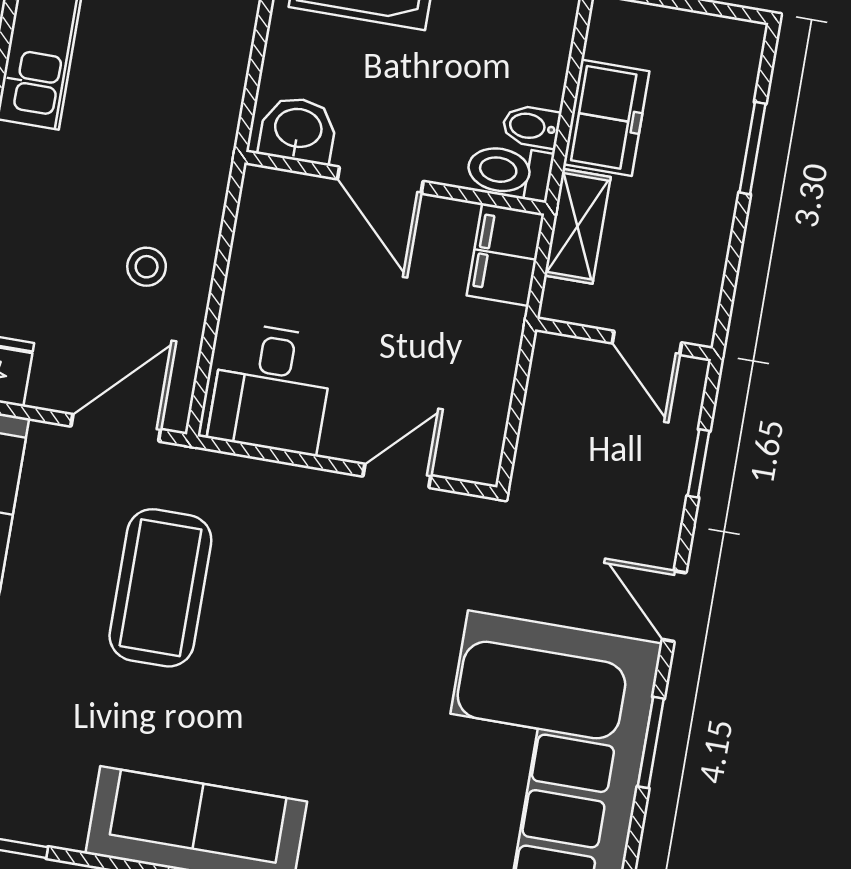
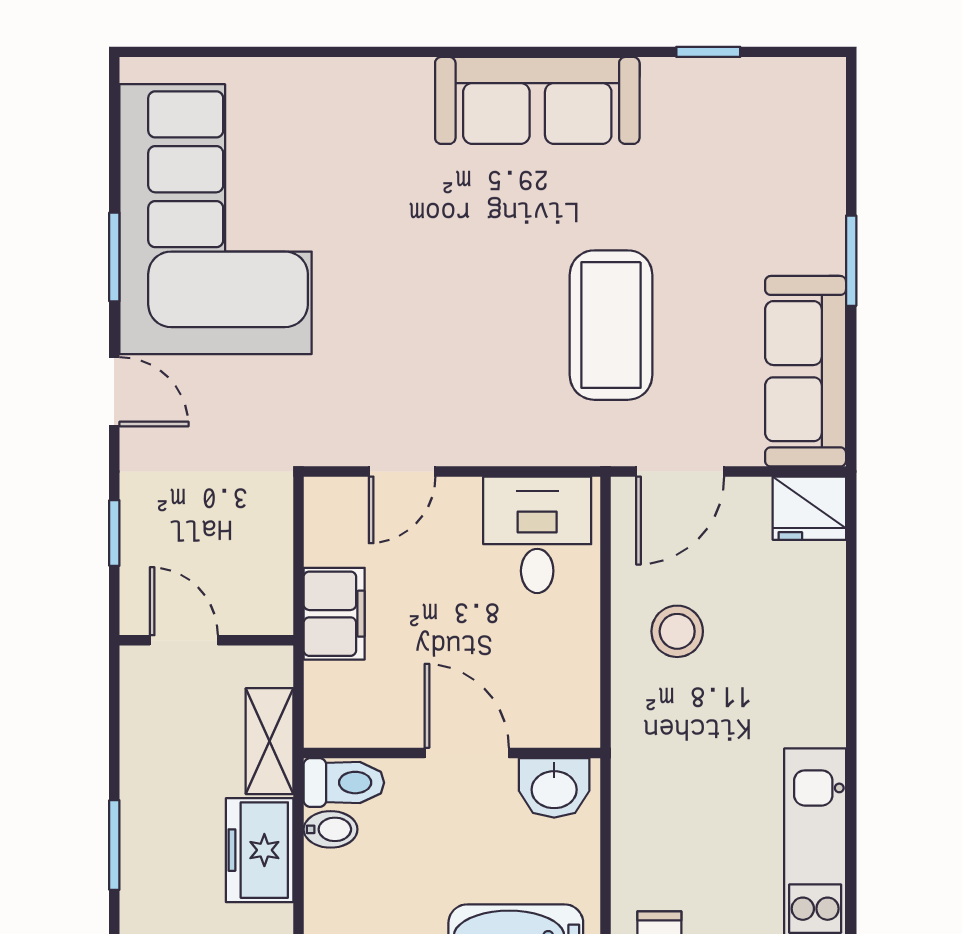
filing cabinet: (505, 255) -> (334, 614), moved
stool: (147, 267) -> (677, 631), width x1.37, depth x1.37

